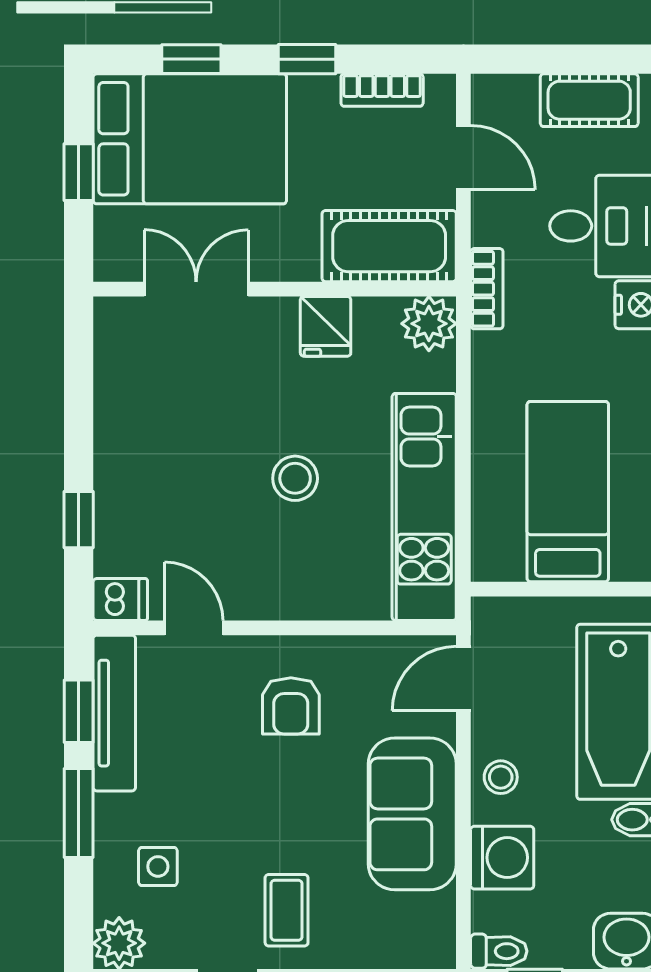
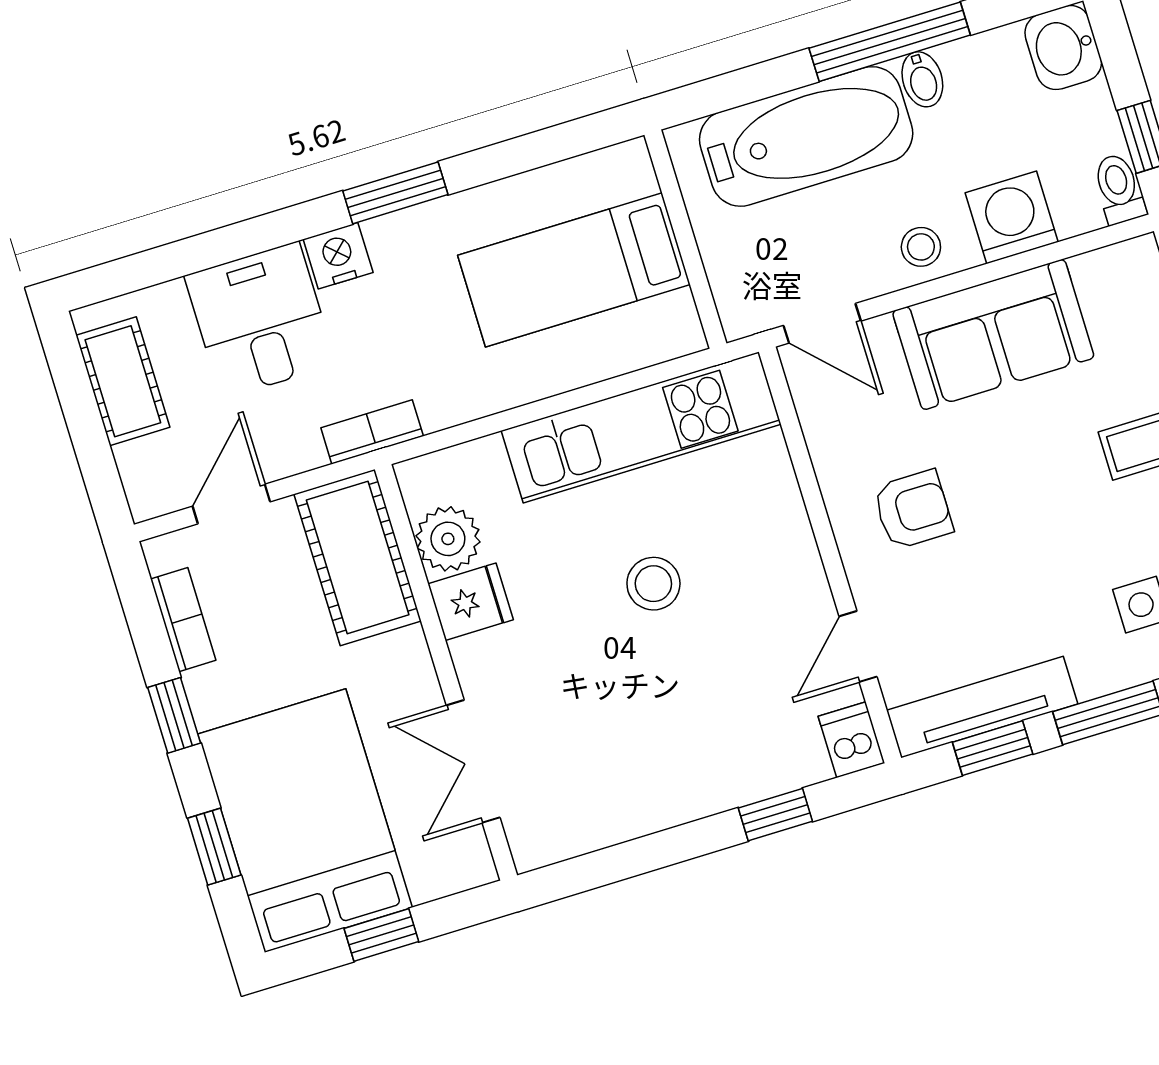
plant: (429, 324) -> (448, 539), moved

